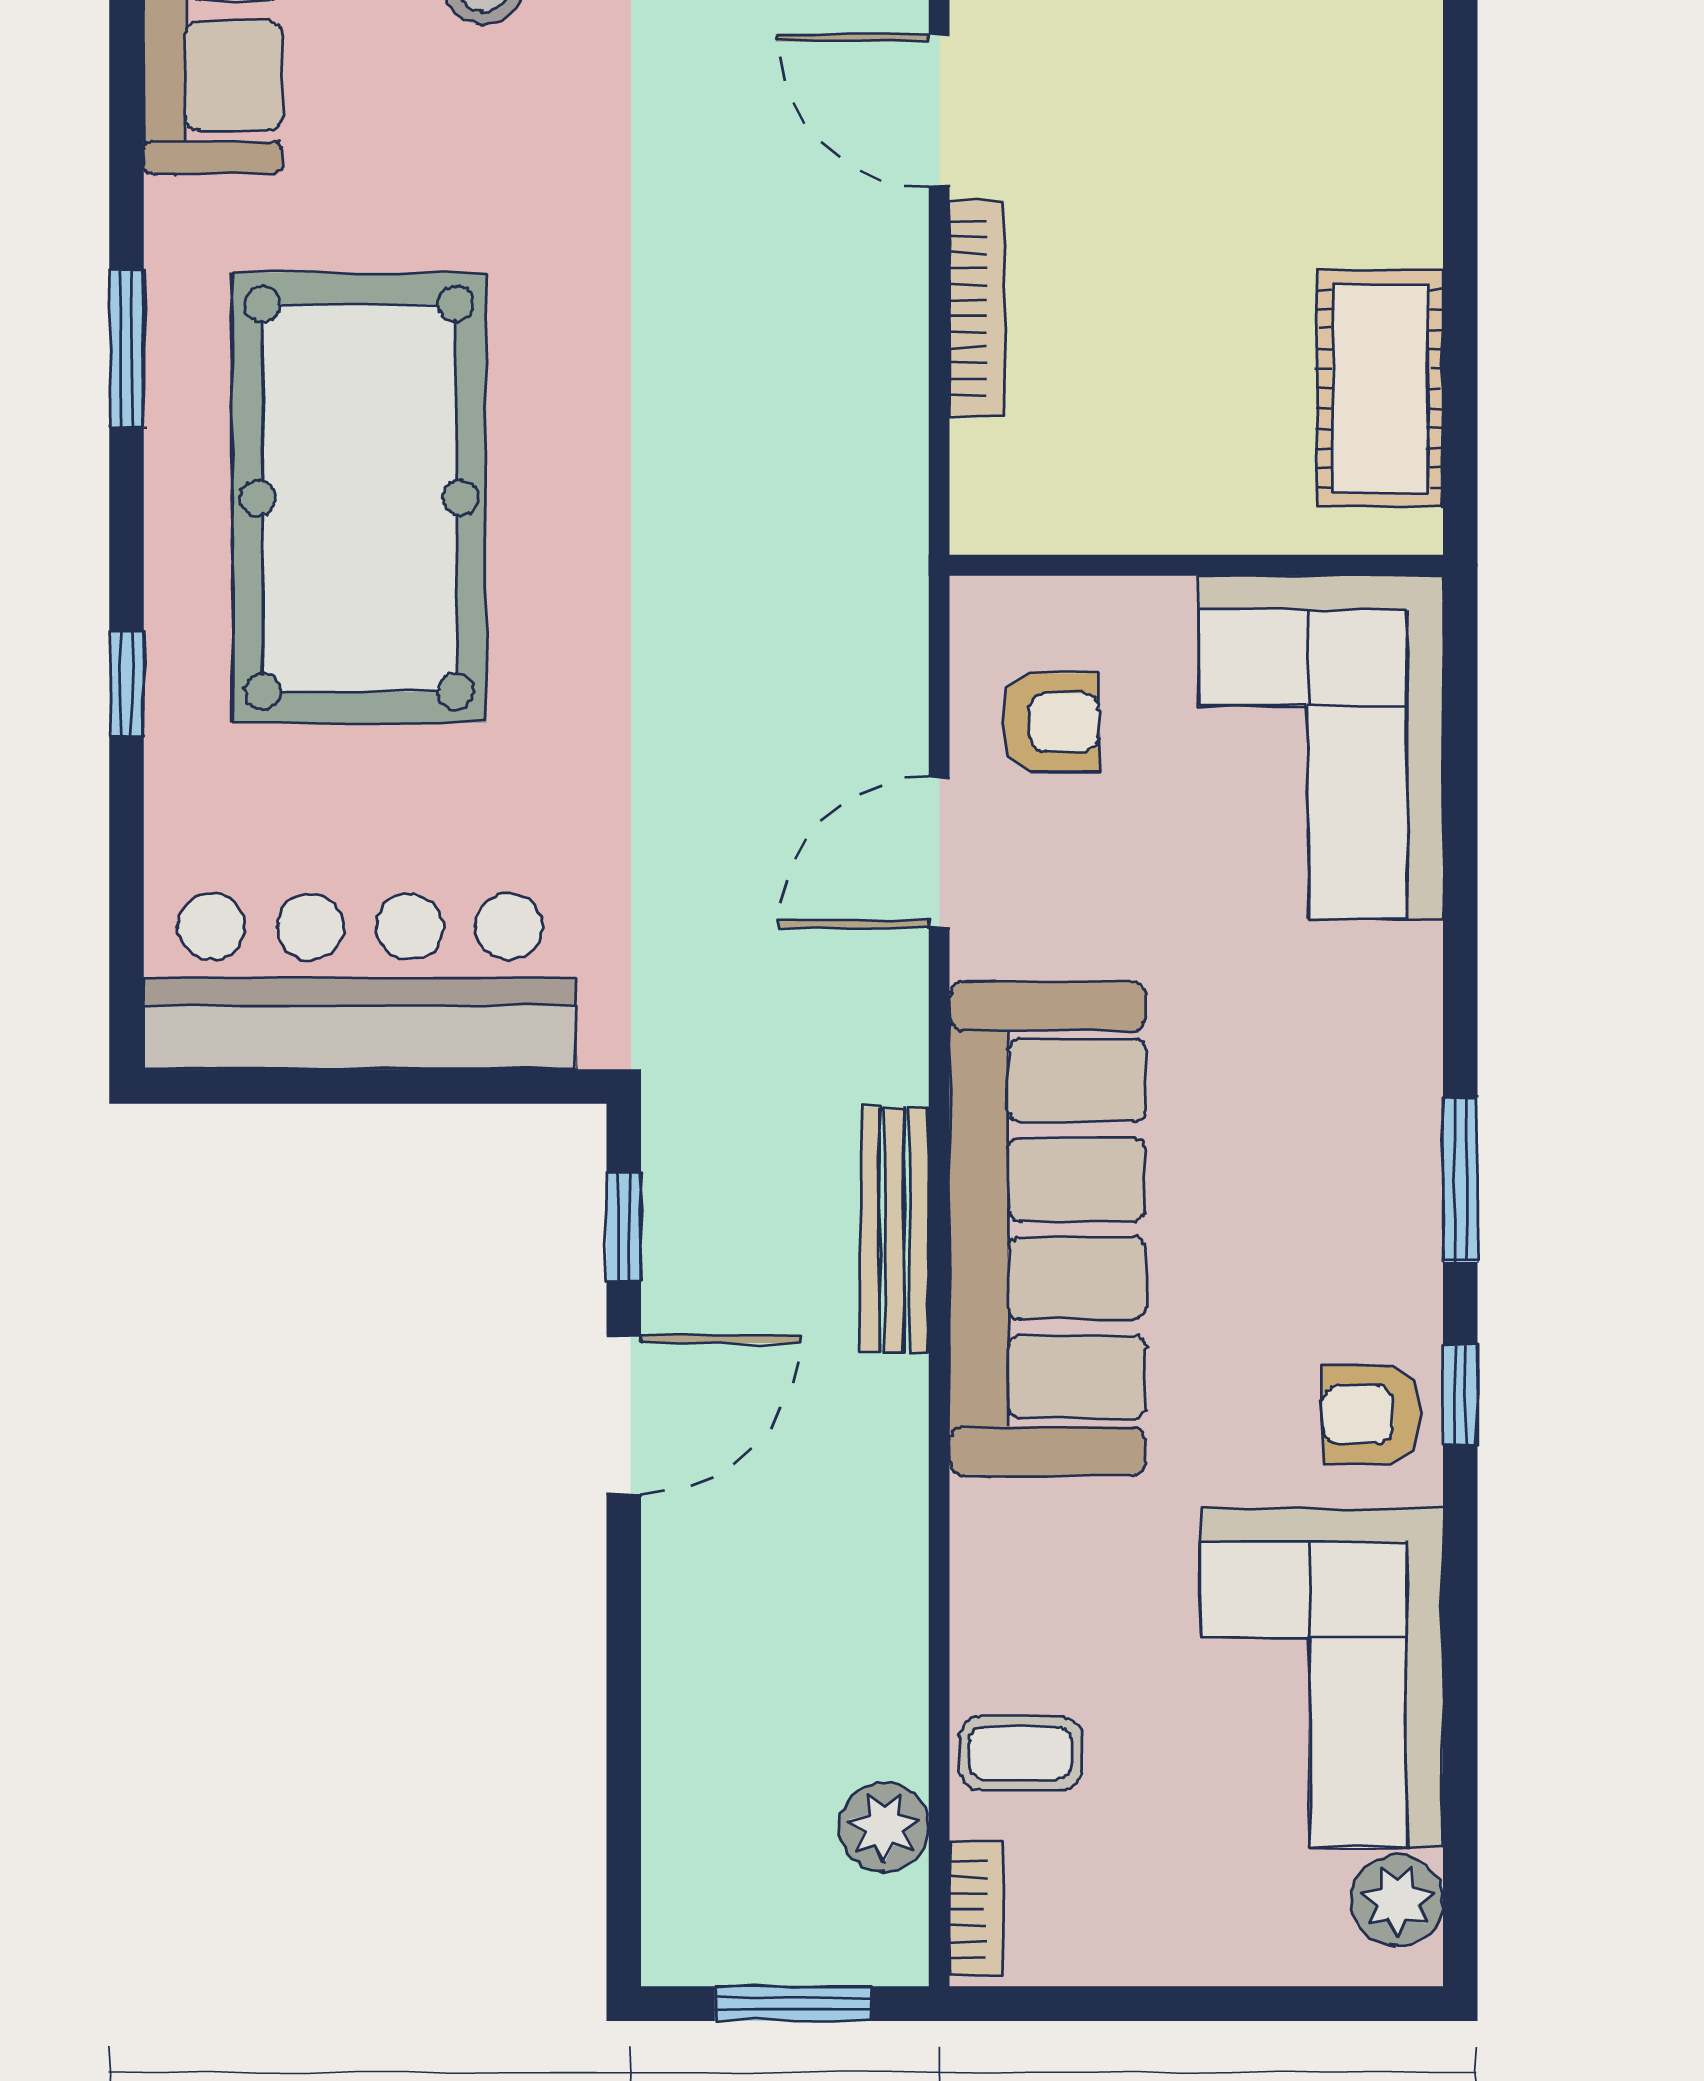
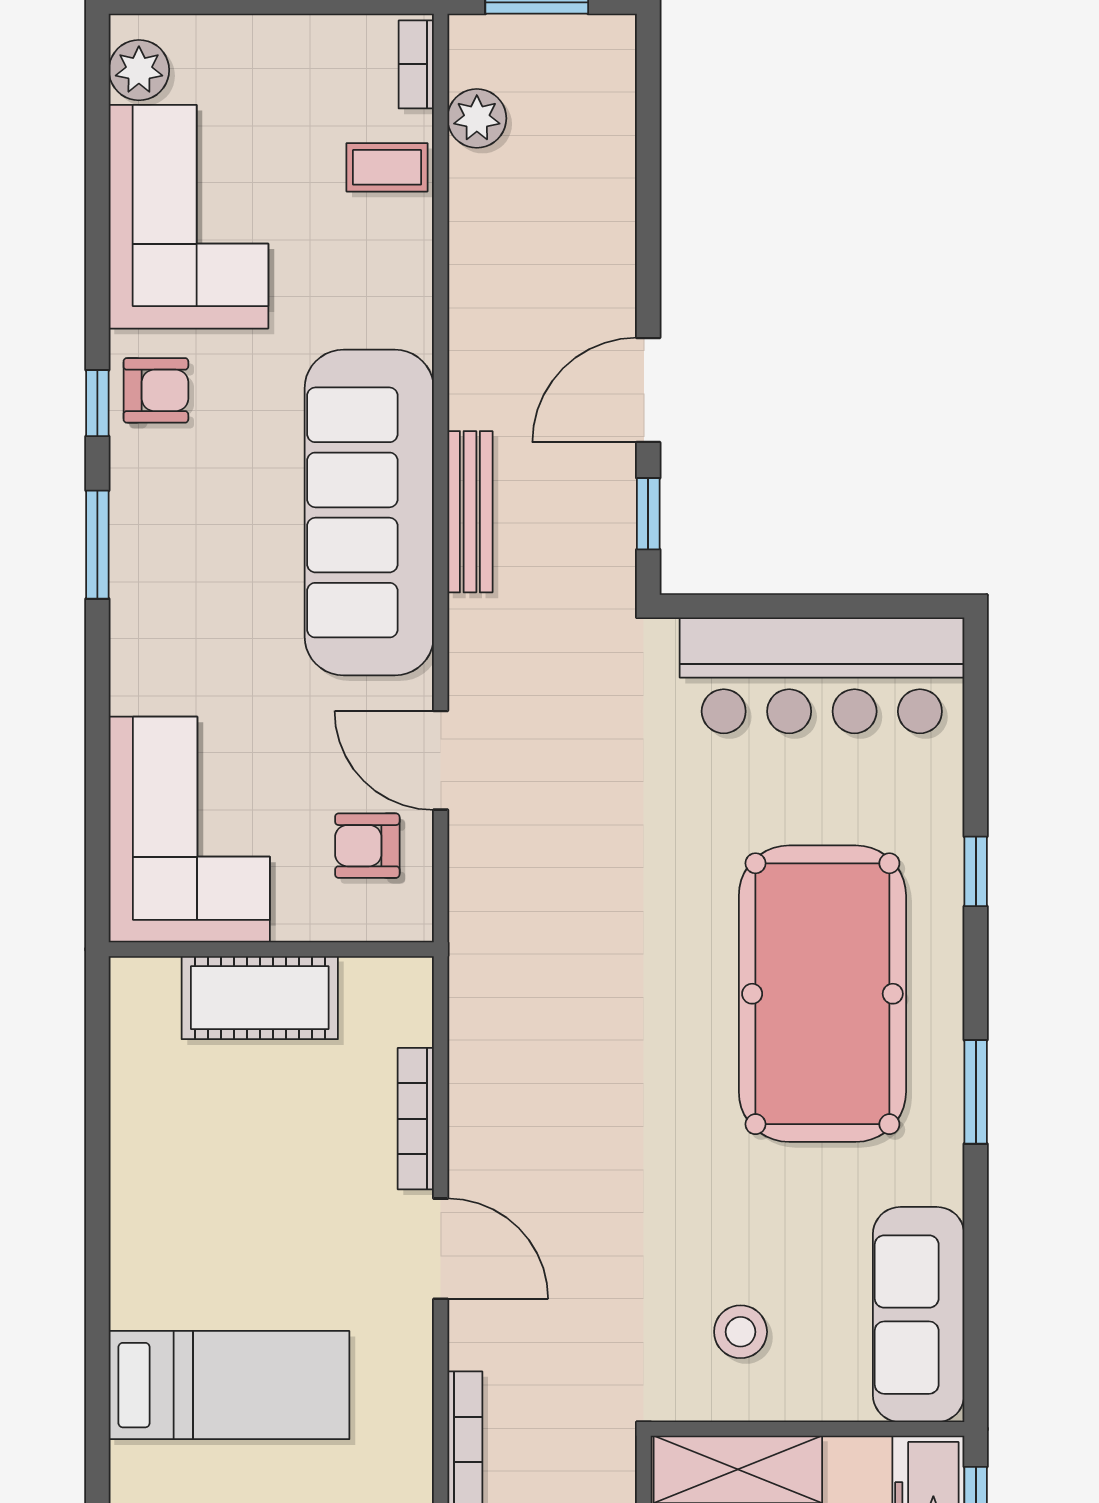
cot: (1380, 389) -> (260, 998), moved, turned 90
door: (939, 852) -> (441, 760), swing flipped

